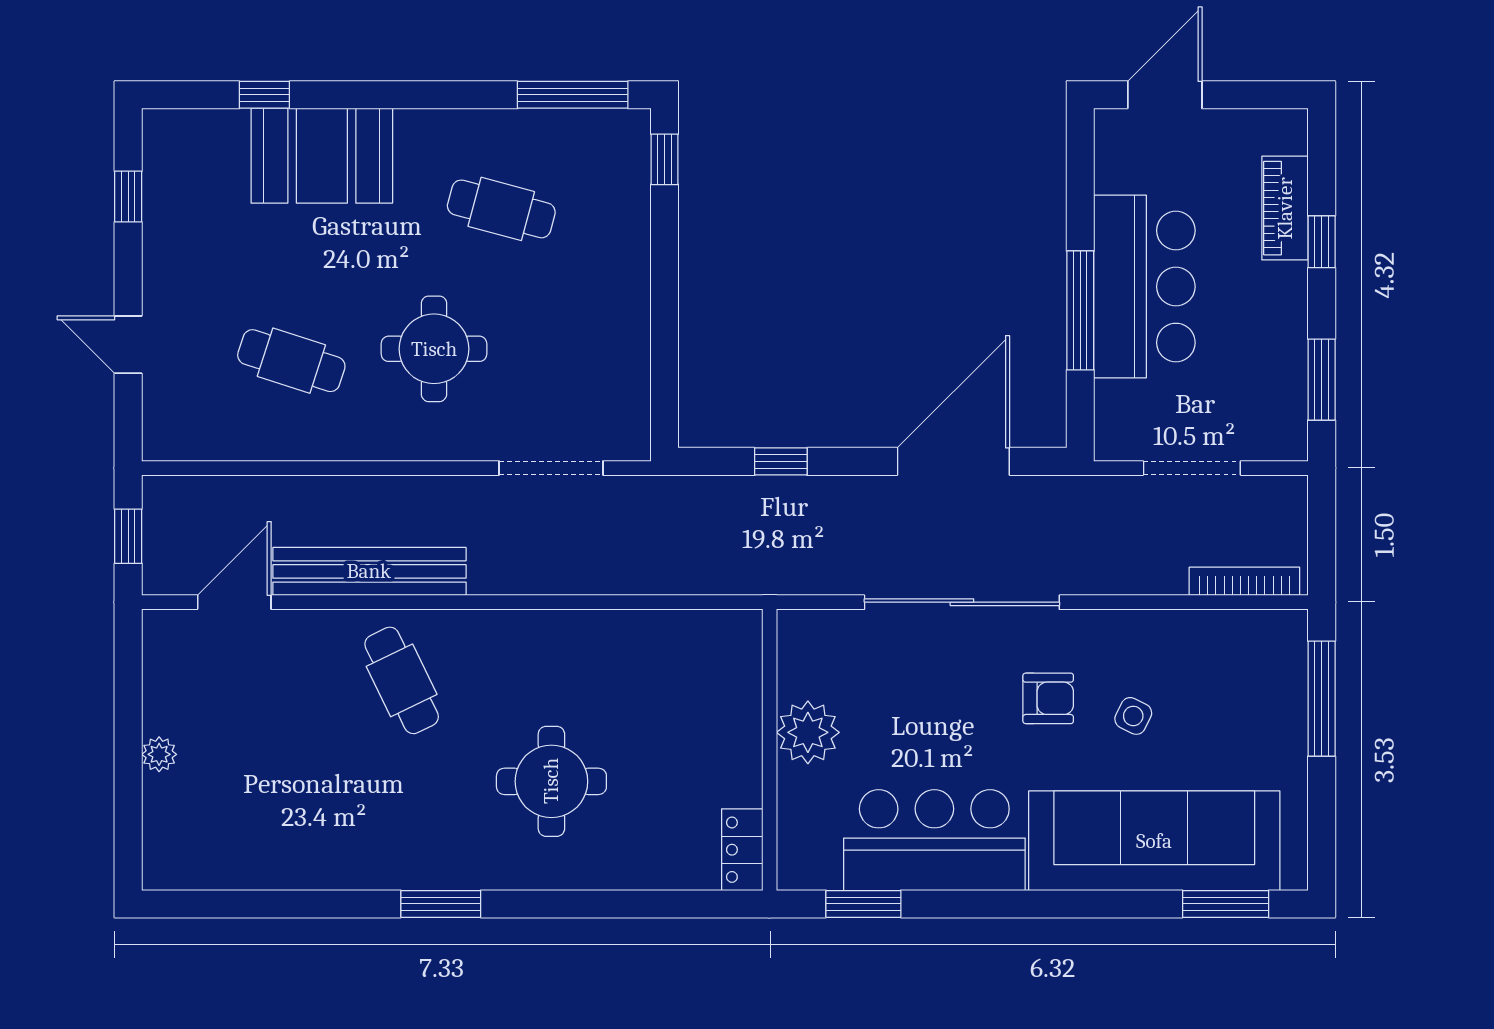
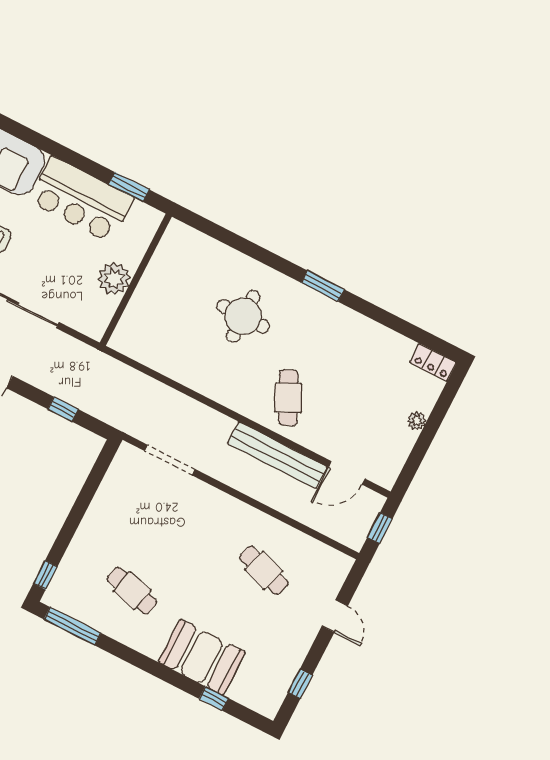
round table: (434, 349) -> (196, 542), removed
locker: (742, 850) -> (433, 362), moved, turned 90

